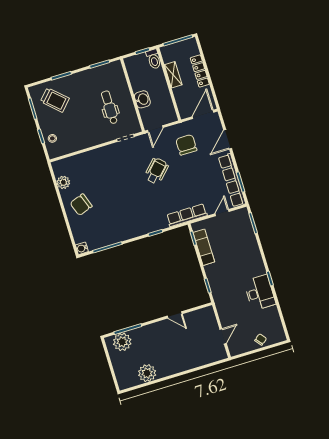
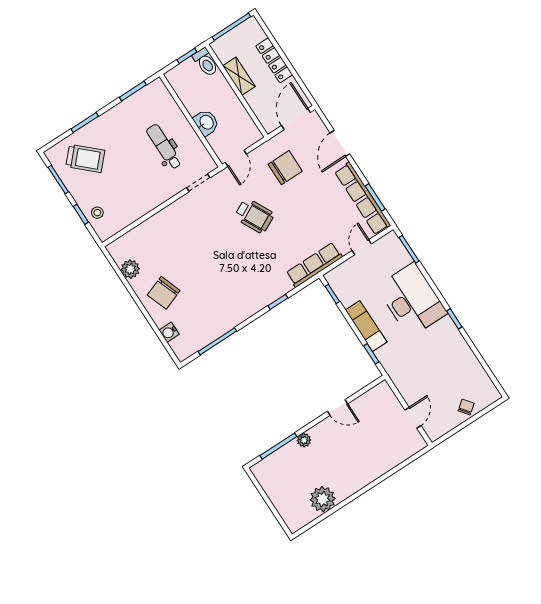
chair: (186, 145) -> (285, 168), turned 90
wheelchair: (156, 171) -> (254, 216), turned 109
exam couch: (204, 247) -> (366, 326), moved
water cooler: (82, 248) -> (169, 332), moved
desk: (260, 293) -> (412, 300), moved, width x1.36, depth x1.30
plant: (122, 342) -> (304, 440), moved, width x0.53, depth x0.53

